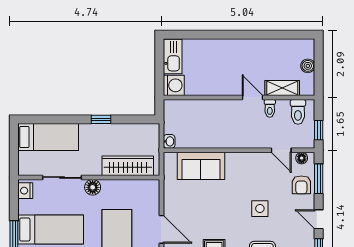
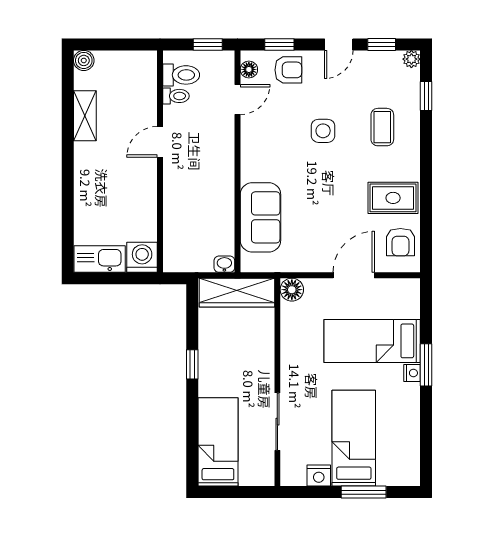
boiler: (308, 66) -> (84, 60), moved
shelving: (282, 88) -> (85, 116), moved
toilet: (270, 108) -> (176, 96), moved
wardrobe: (128, 166) -> (237, 293), moved, turned -90
window: (319, 179) -> (279, 44), width x0.67
floor lamp: (93, 187) -> (292, 290), moved
nightstand: (25, 191) -> (319, 475), moved

